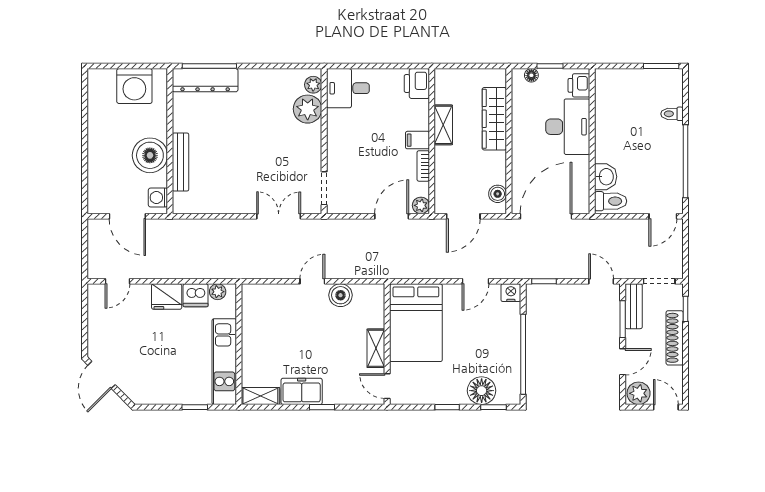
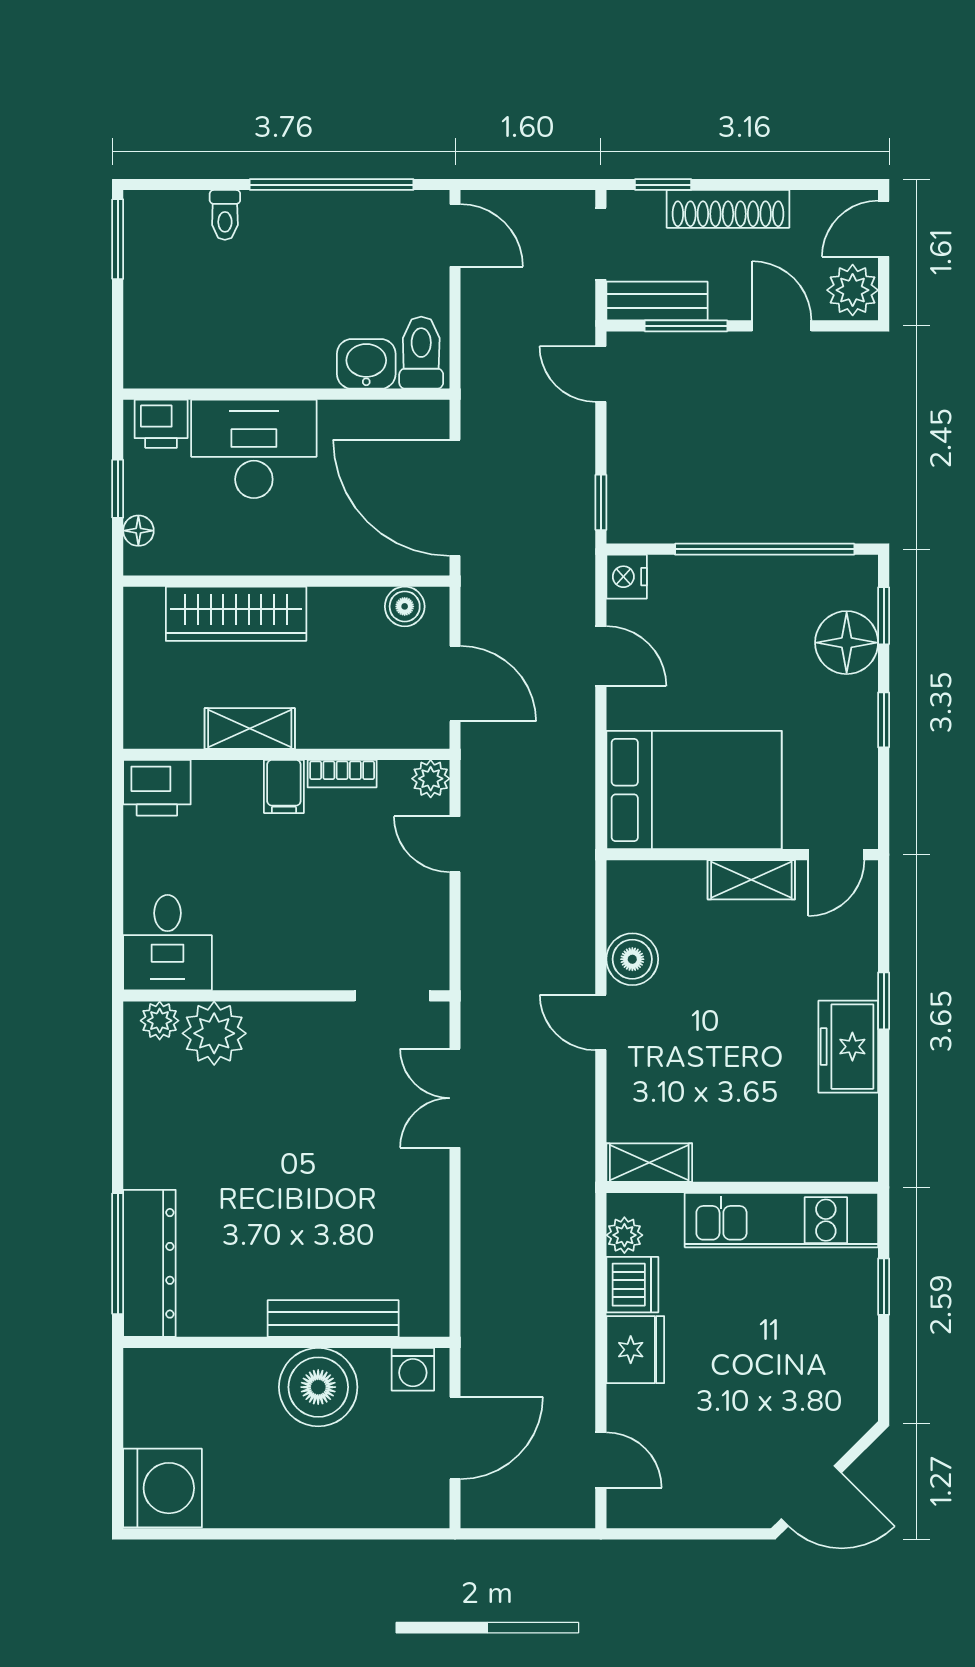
washing machine: (134, 86) -> (163, 1488), moved
door: (392, 216) -> (455, 844), width x0.73
door: (601, 281) -> (601, 374), hinge flipped
shelving: (260, 396) -> (649, 1163), moved, turned 90

